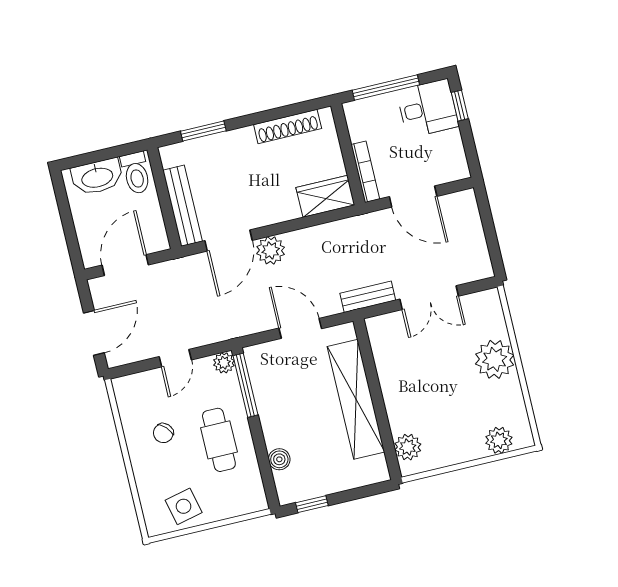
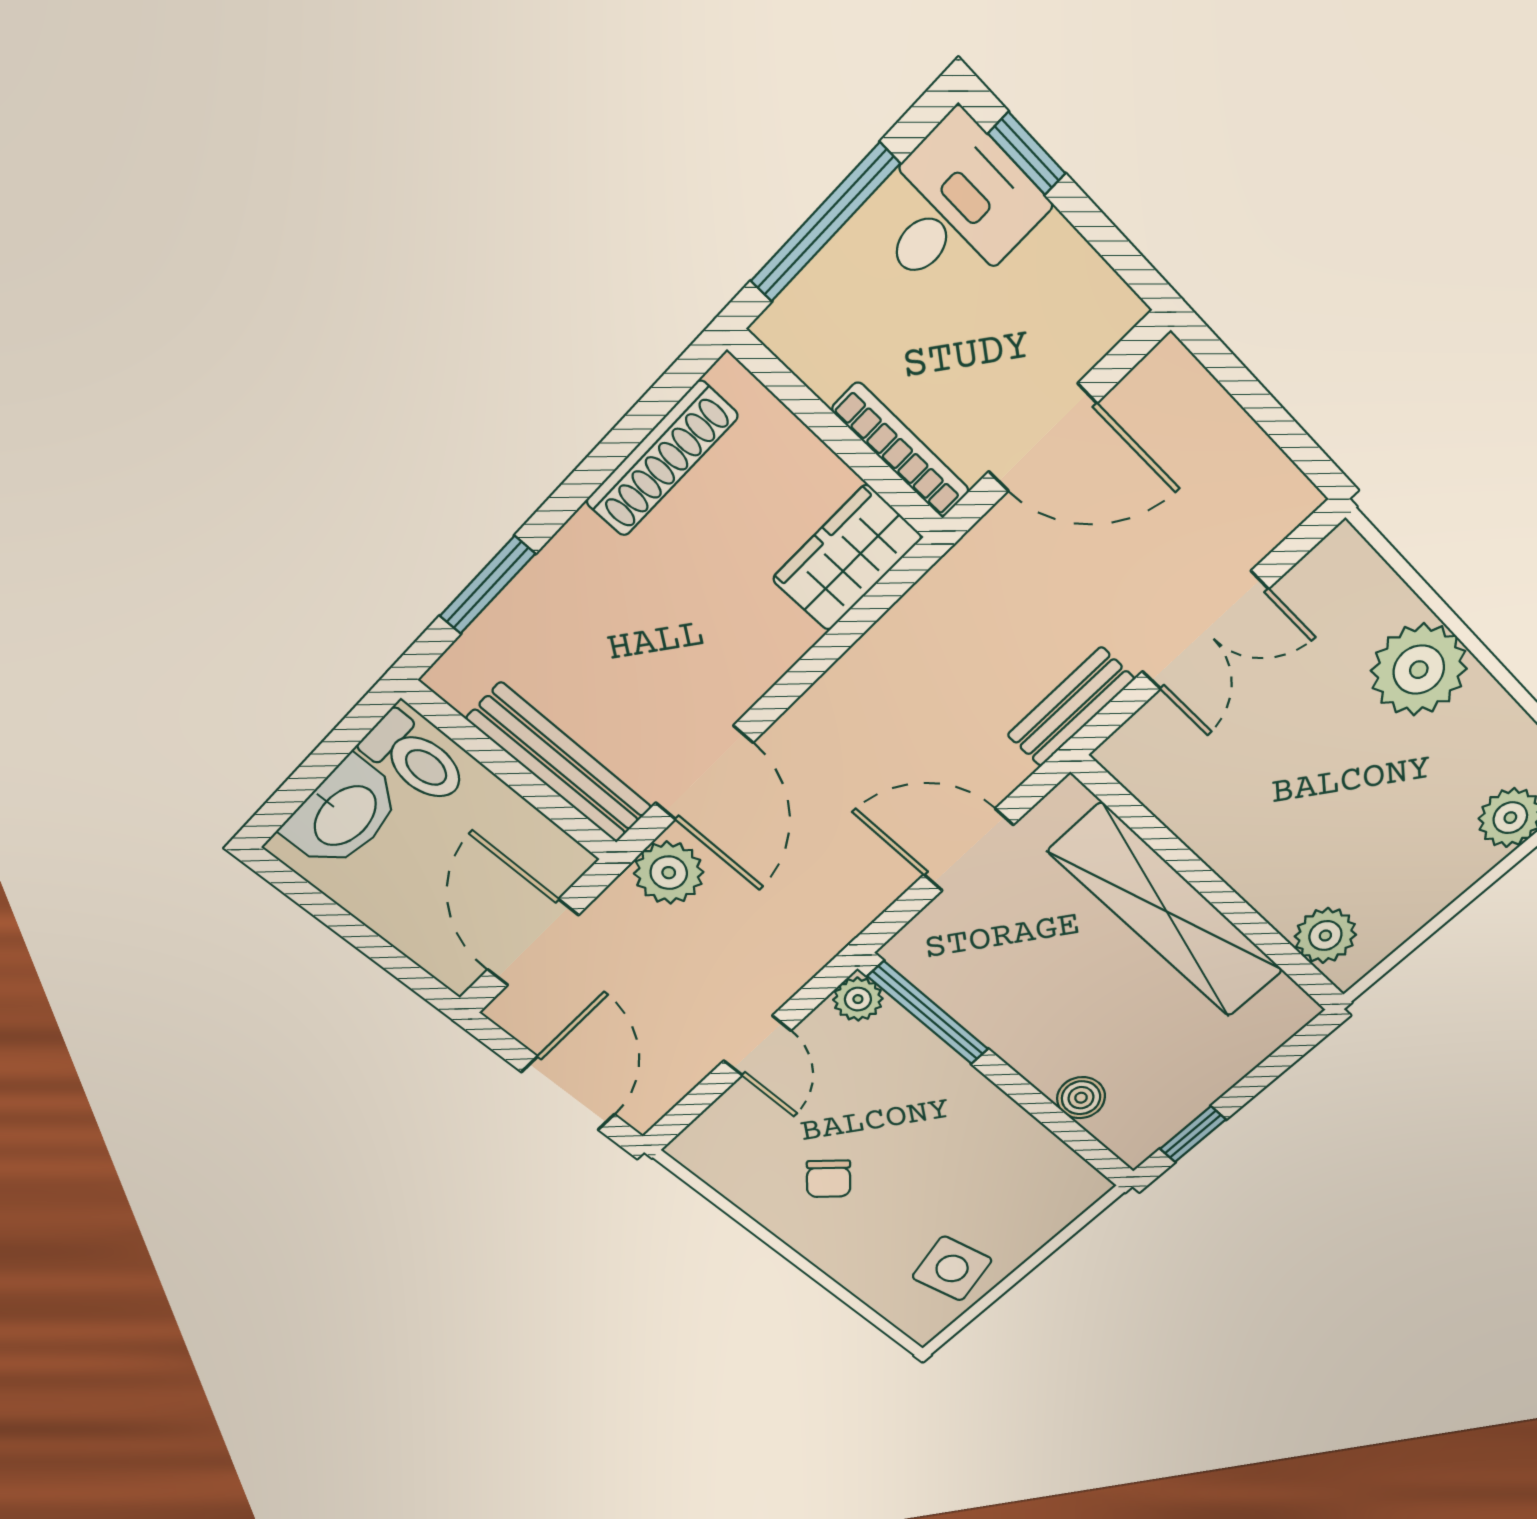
plant: (271, 250) -> (669, 873), moved
cafe table: (219, 440) -> (942, 1131), removed

